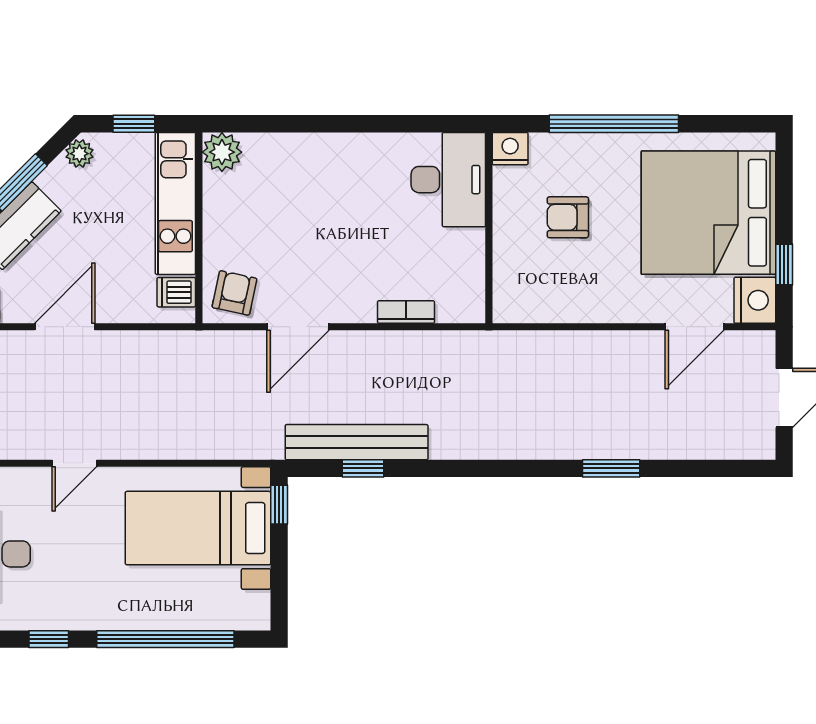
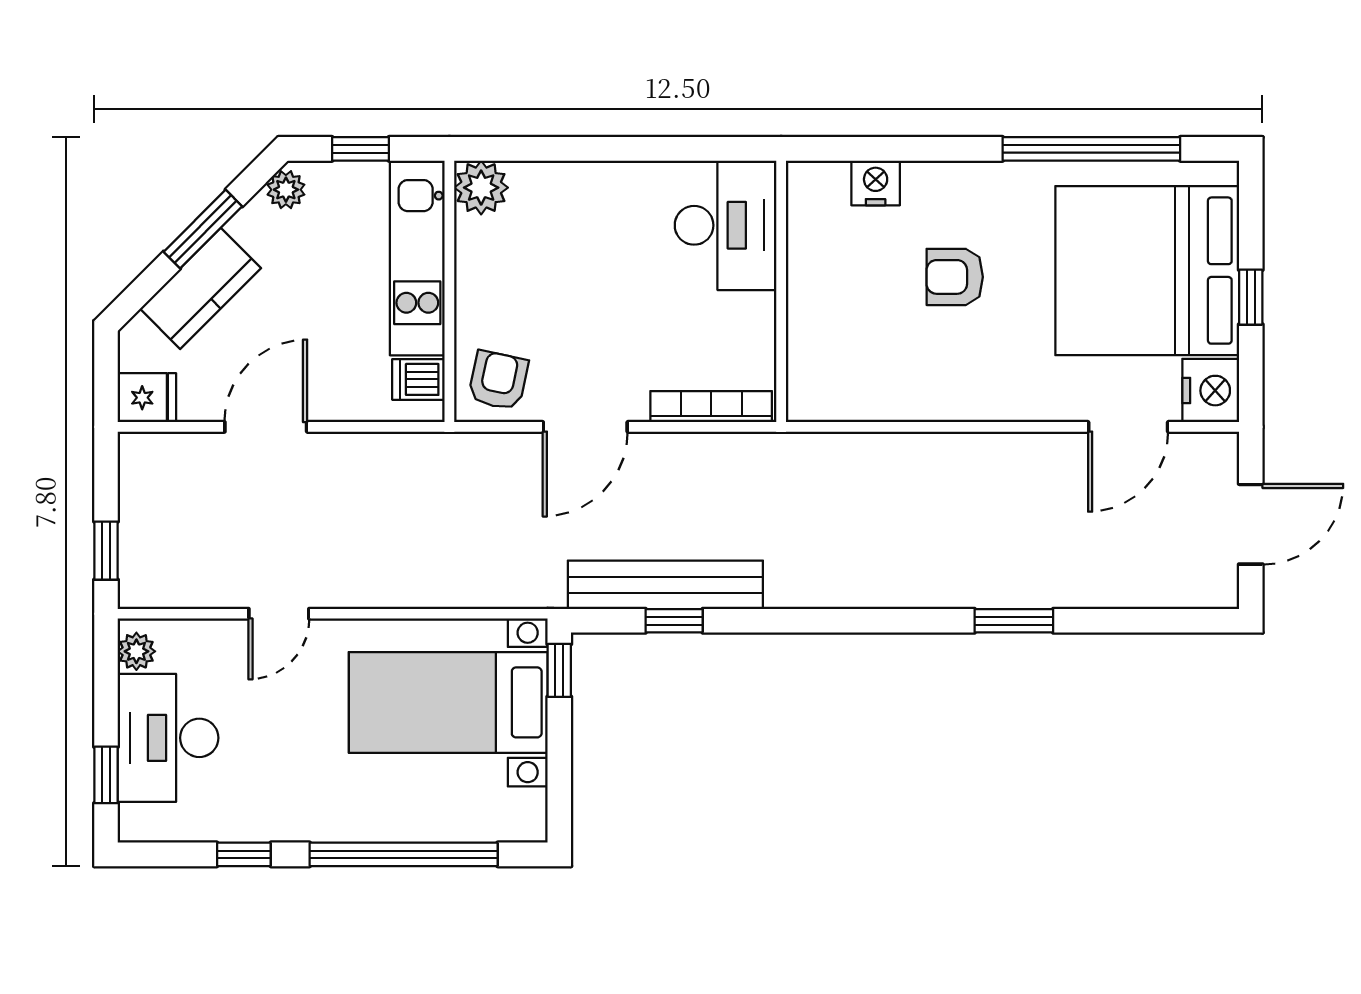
window: (614, 124) -> (1091, 149), moved
desk: (448, 180) -> (726, 225), moved
wall: (489, 228) -> (781, 291), moved
window: (784, 265) -> (1251, 297), moved
bookcase: (406, 312) -> (711, 407), width x1.56

